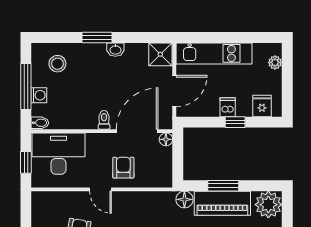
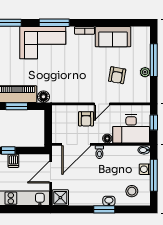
washbasin: (115, 50) -> (109, 201), moved
floor lamp: (166, 139) -> (107, 139), moved
door: (100, 189) -> (102, 104), swing flipped

